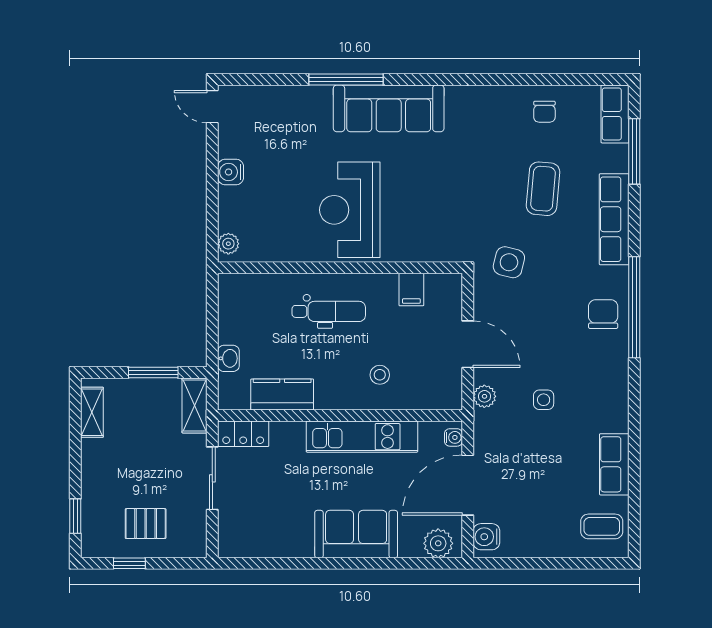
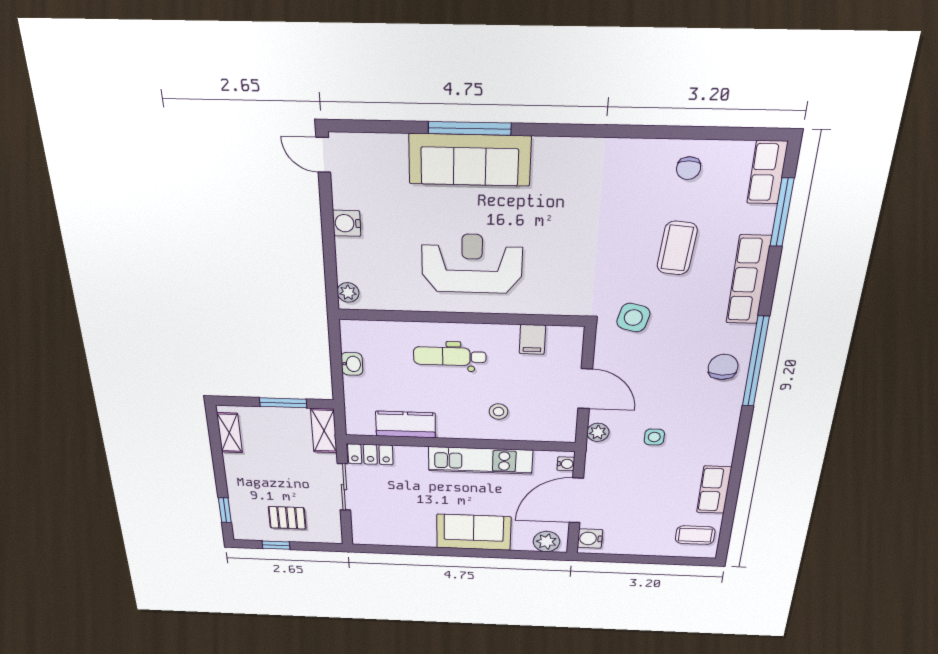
sofa: (389, 108) -> (470, 160), moved
reception desk: (350, 210) -> (472, 264), turned 90
dental chair: (329, 311) -> (450, 356), turned 180
washbasin: (228, 358) -> (352, 364), moved

